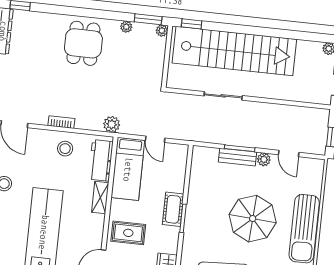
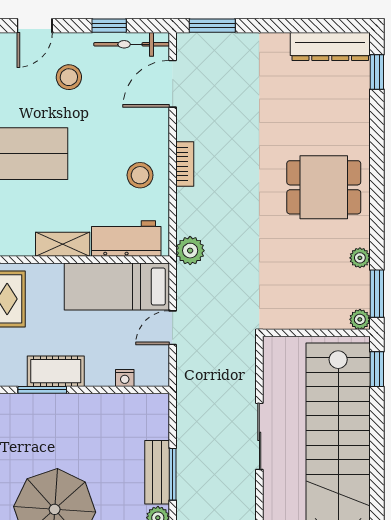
nightstand: (181, 170) -> (125, 378), added

